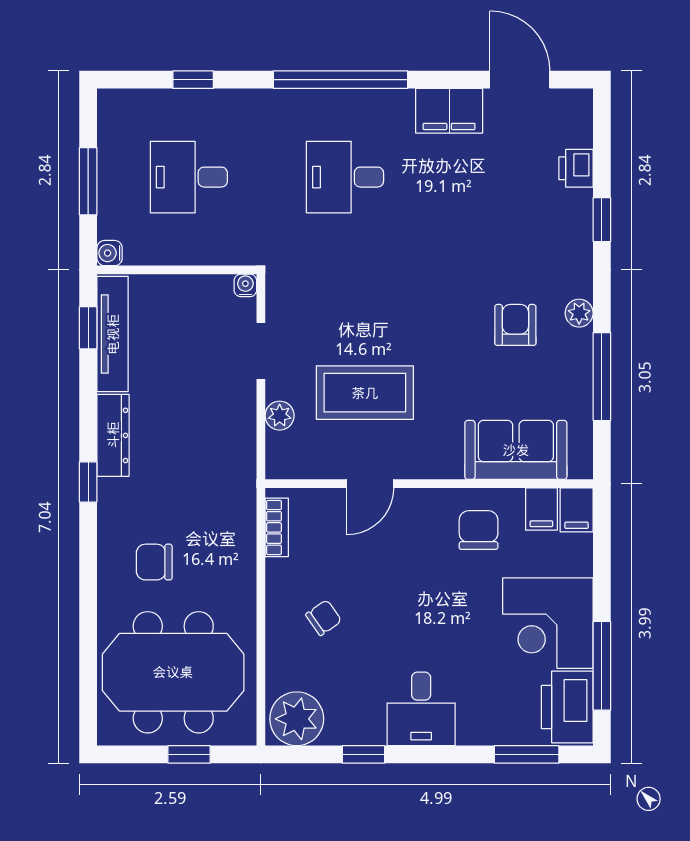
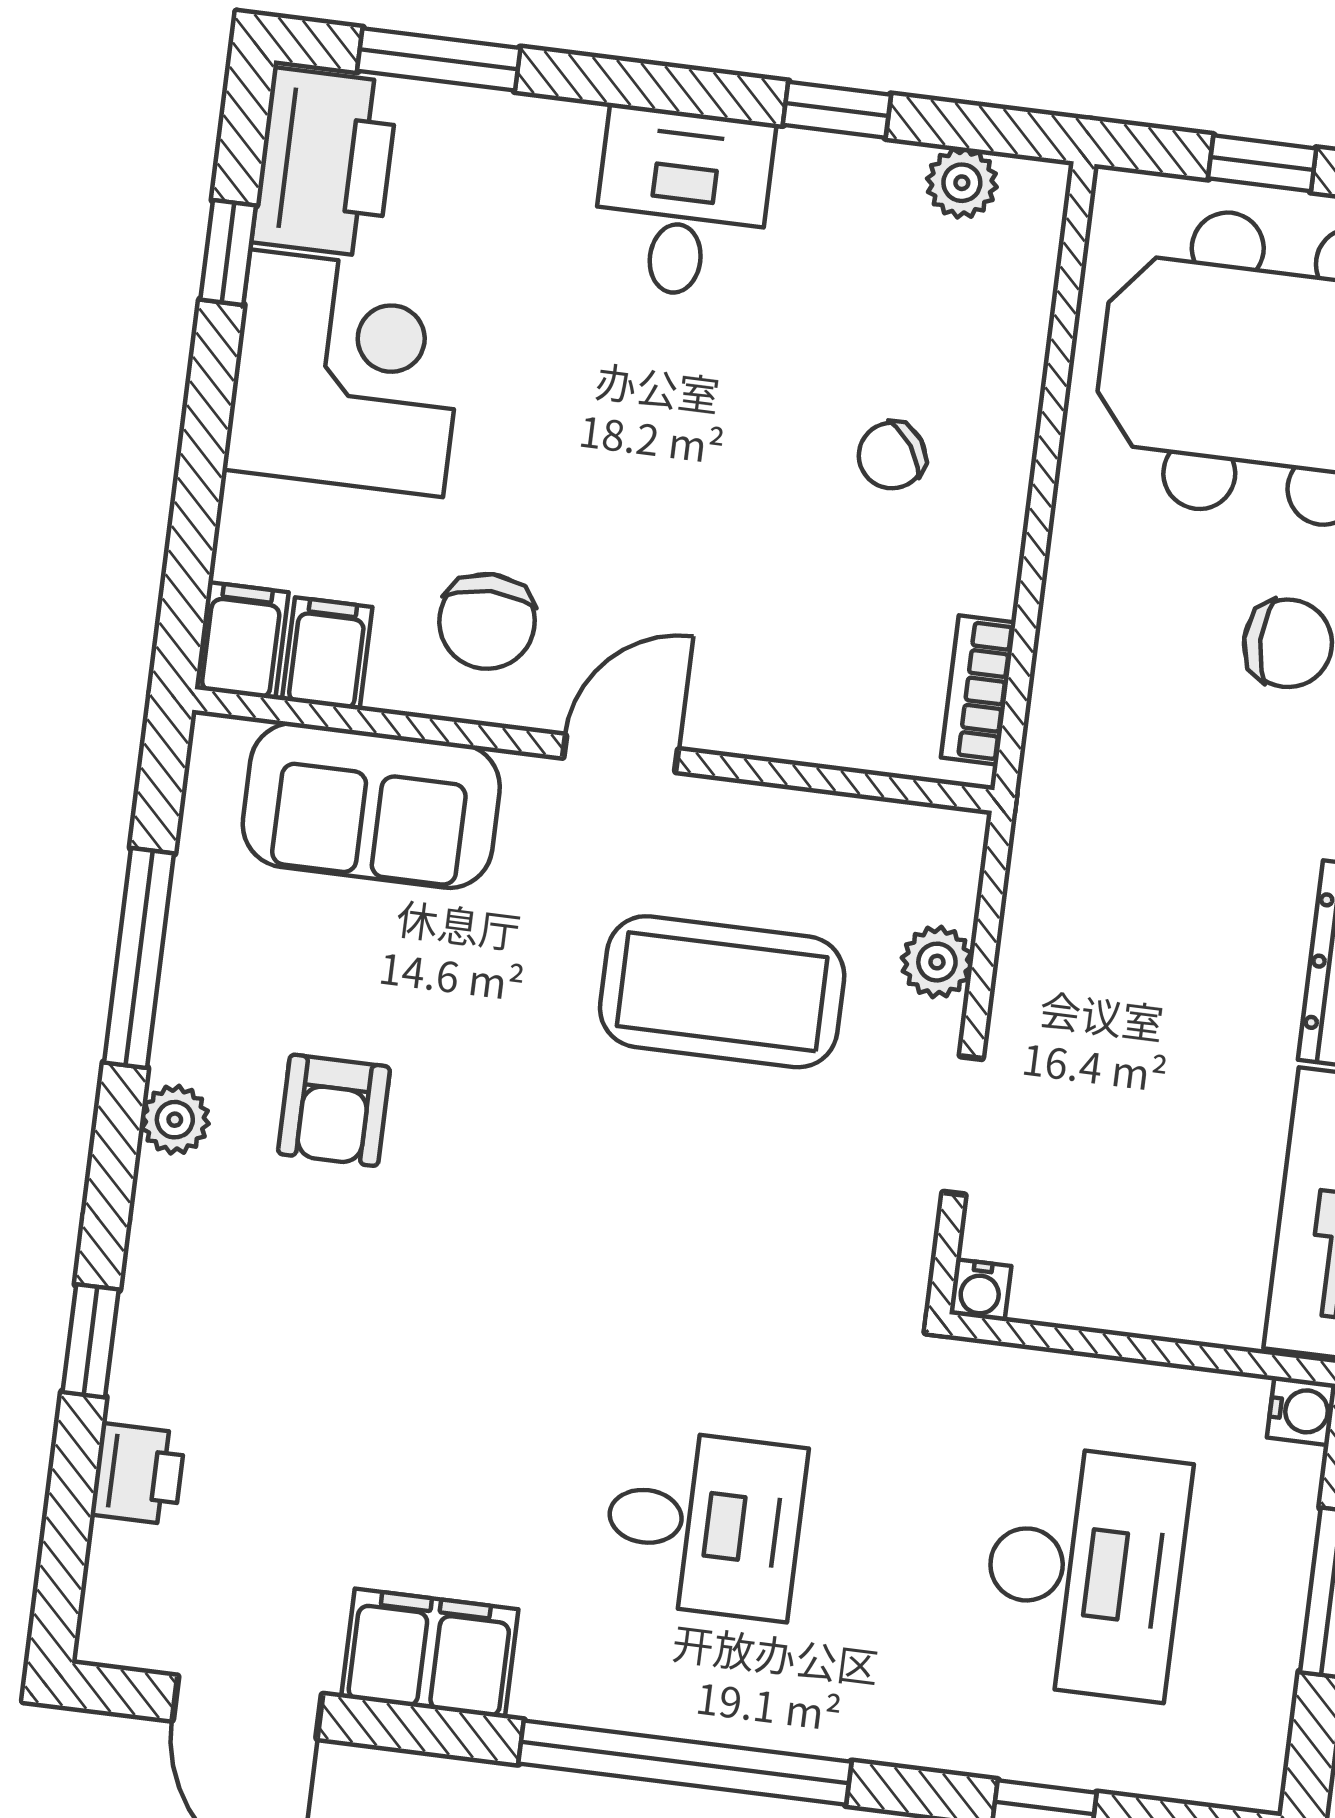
desk: (189, 177) -> (1085, 1572), width x1.37
door: (370, 484) -> (621, 753), moved
window: (602, 666) -> (228, 252), width x0.46
plant: (297, 719) -> (962, 183), width x0.53, depth x0.53

